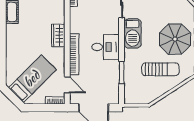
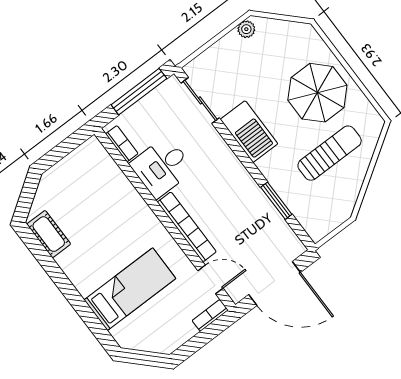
wardrobe: (58, 35) -> (142, 217), removed
desk: (106, 47) -> (162, 167), moved, turned 180
bed: (32, 79) -> (130, 289), moved, turned 45

